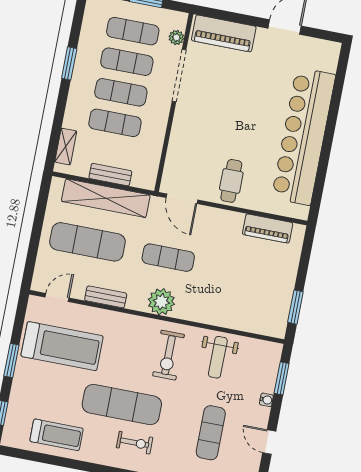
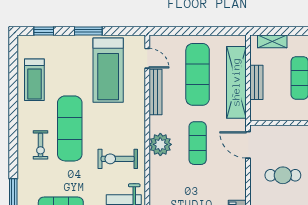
cafe table: (231, 181) -> (283, 175), moved
door: (182, 199) -> (248, 145), hinge flipped
bench: (106, 297) -> (155, 92), width x1.36

